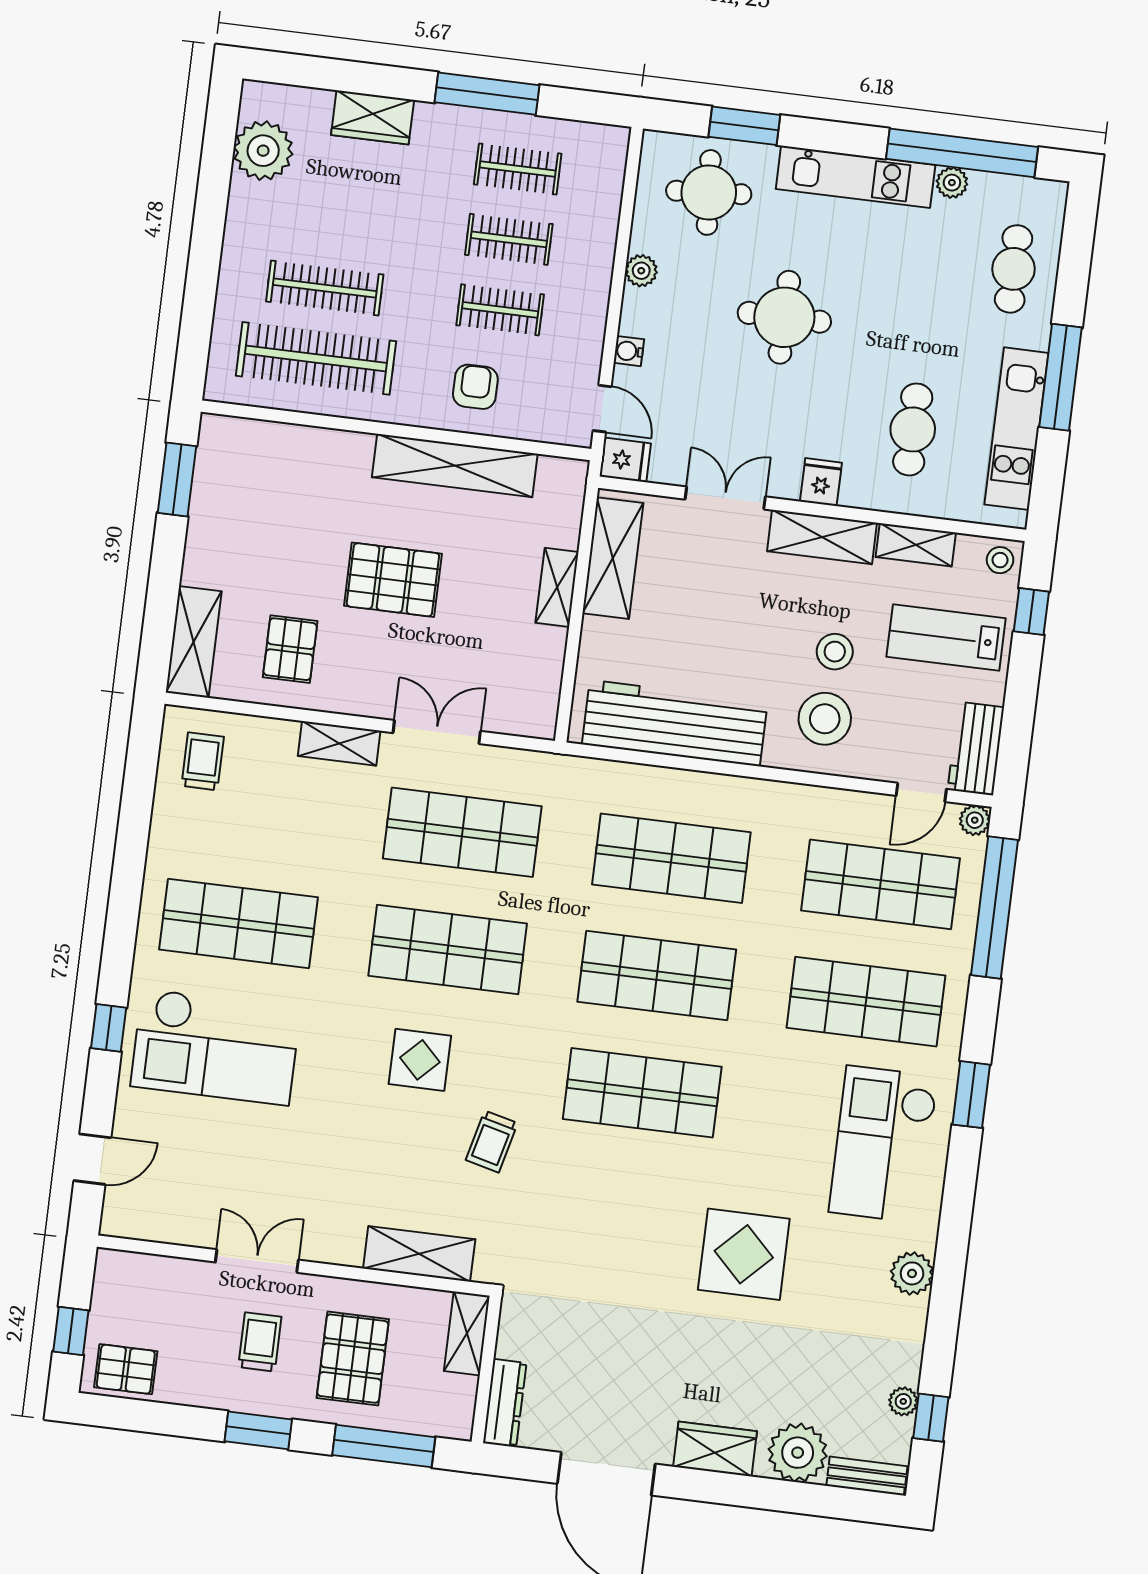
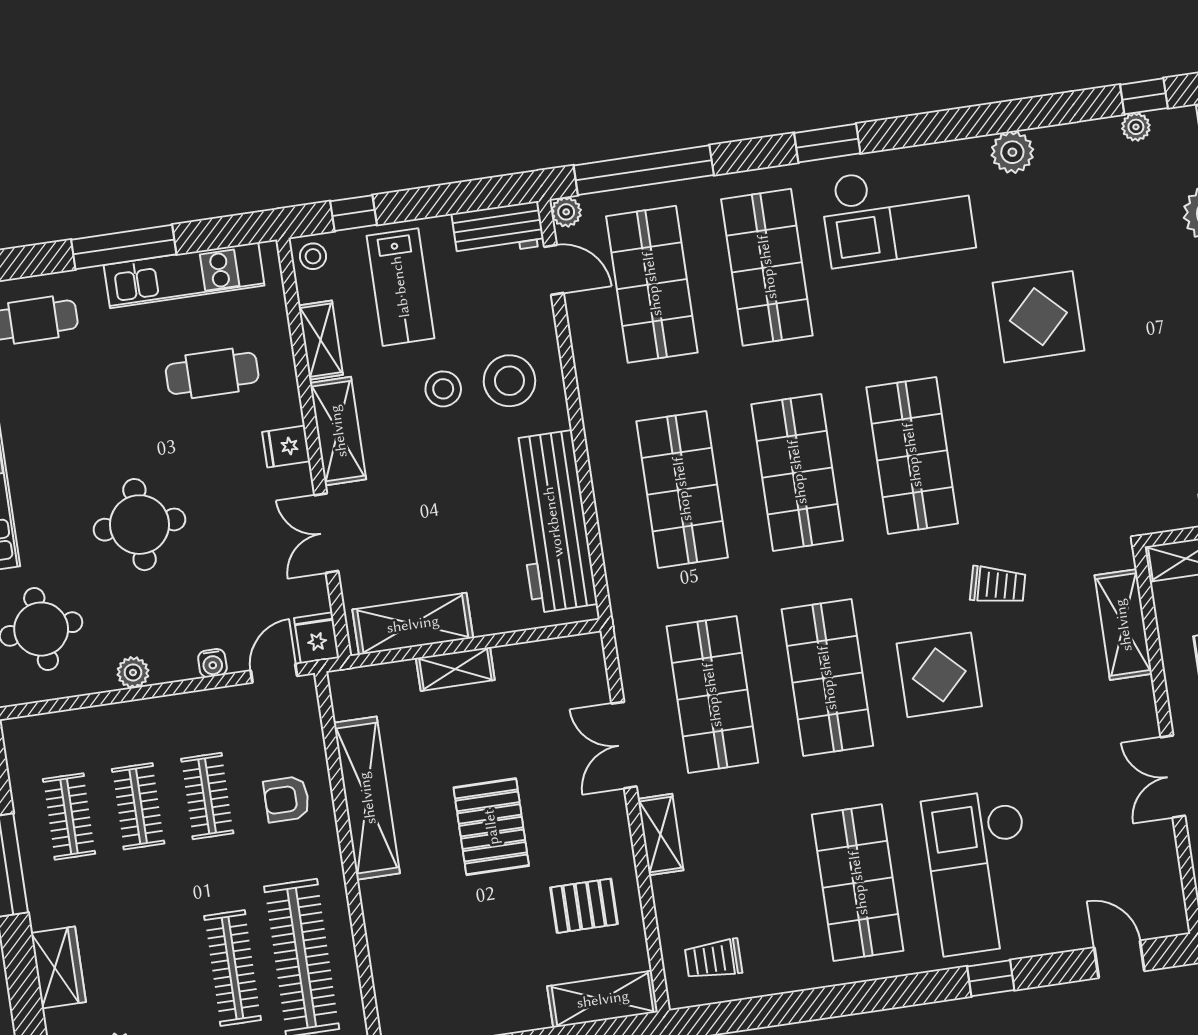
checkout: (216, 1047) -> (981, 872), turned 180
display table: (420, 1060) -> (939, 675), width x1.36, depth x1.36

